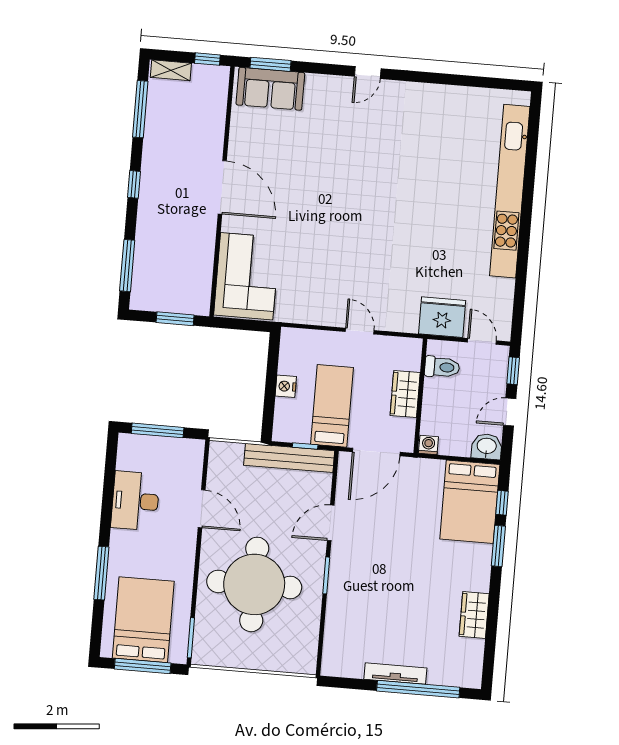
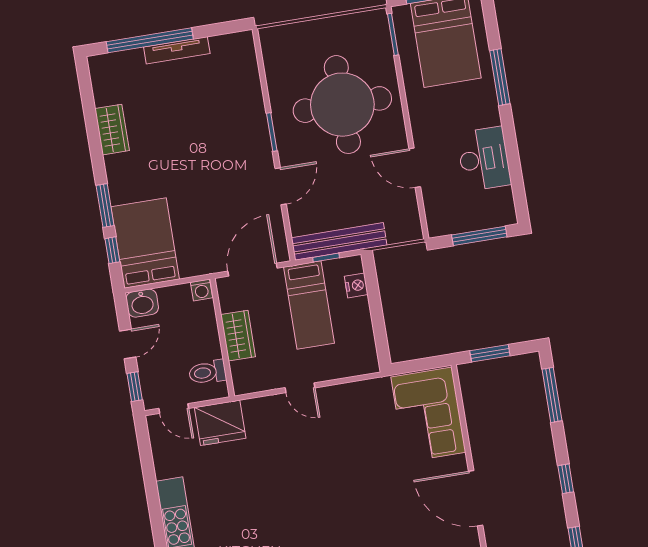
nightstand: (286, 386) -> (356, 285), moved

